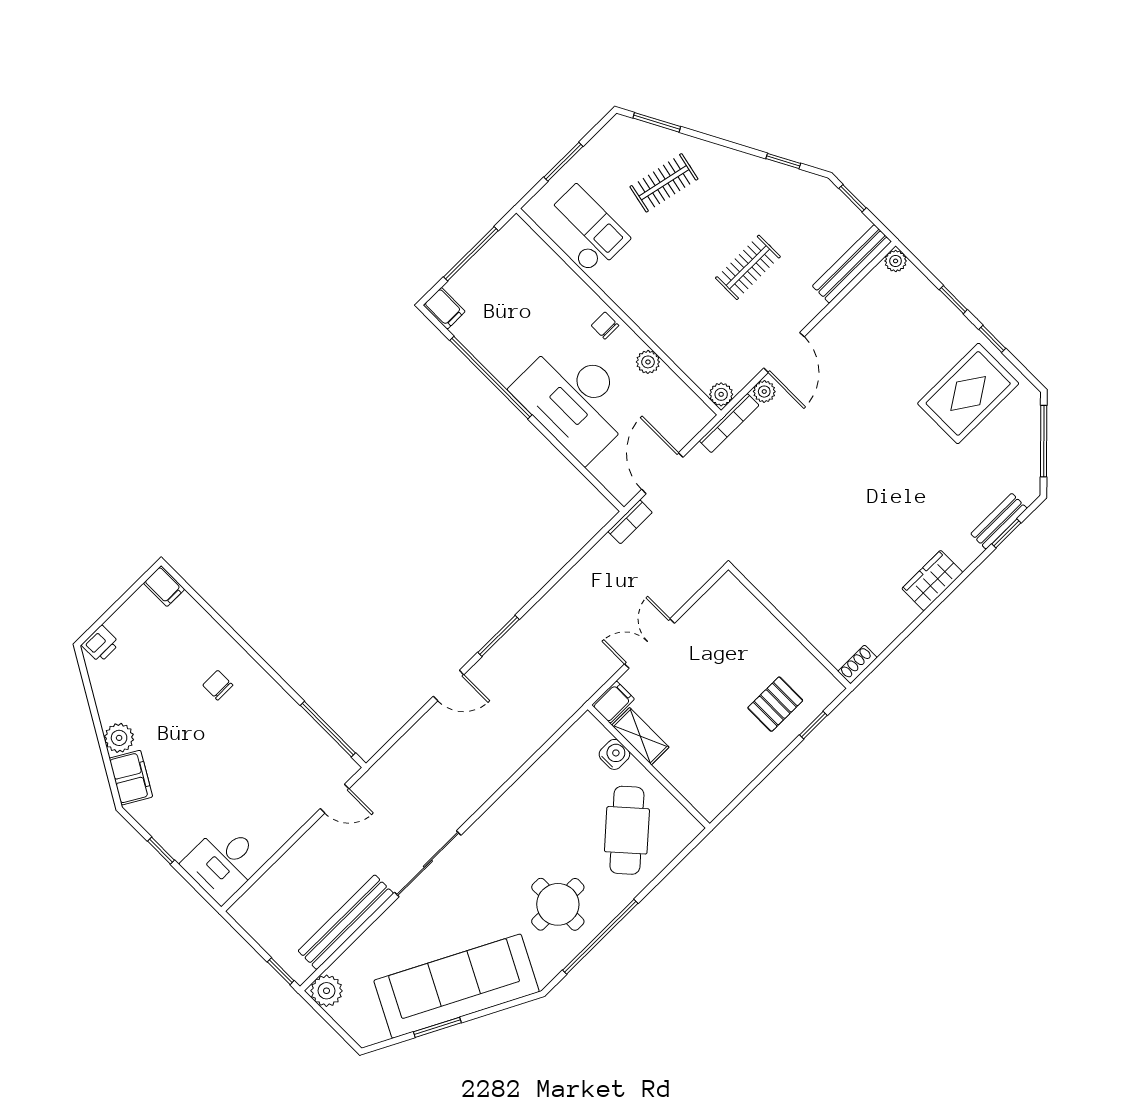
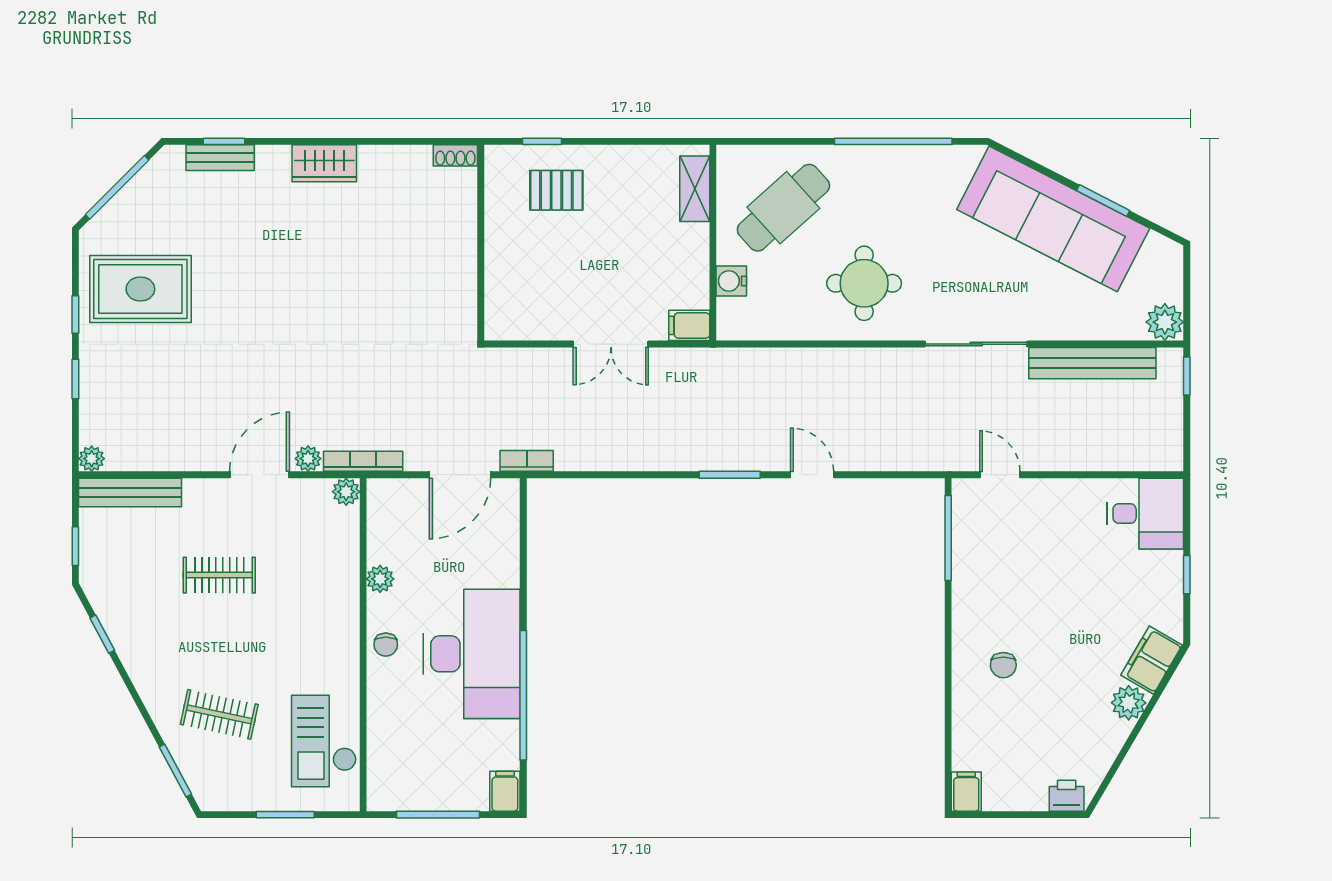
desk: (575, 399) -> (472, 654), moved
shelving: (640, 736) -> (695, 189), moved
round table: (558, 904) -> (864, 283), moved

